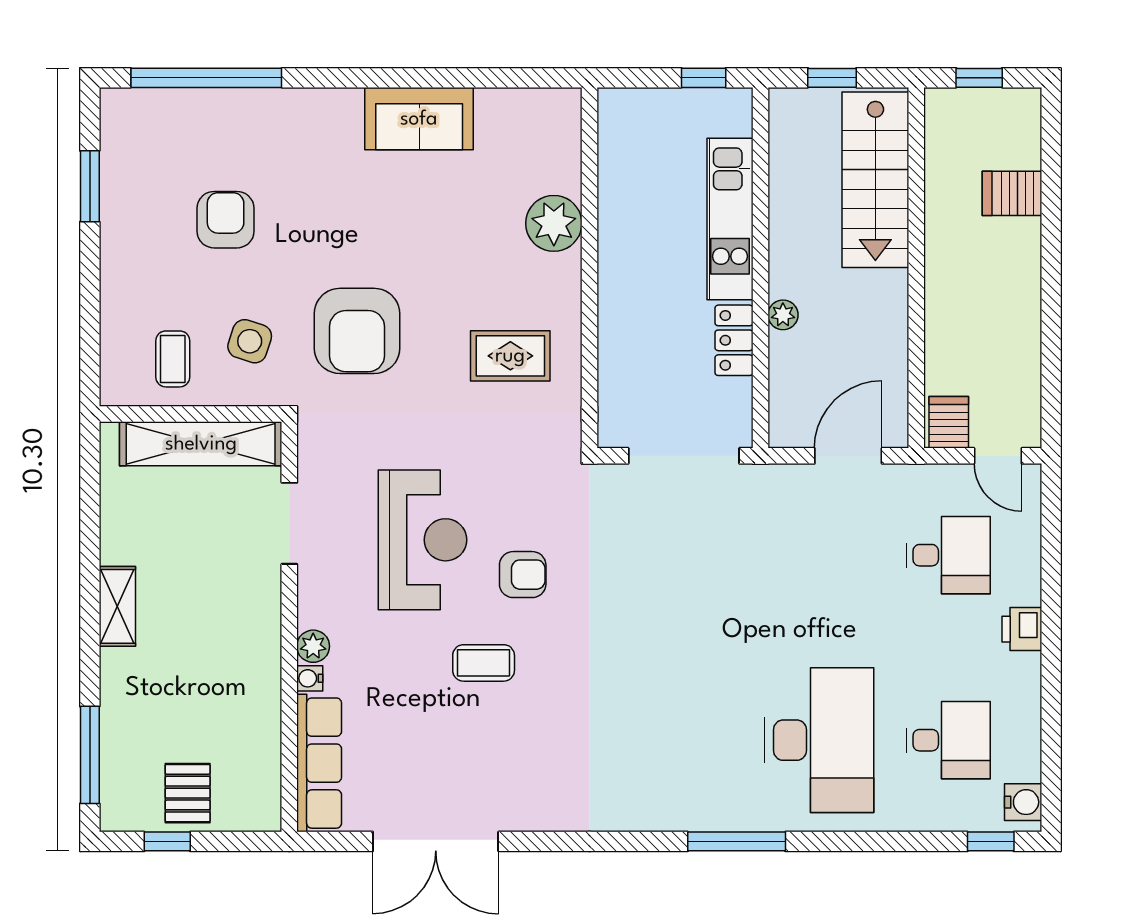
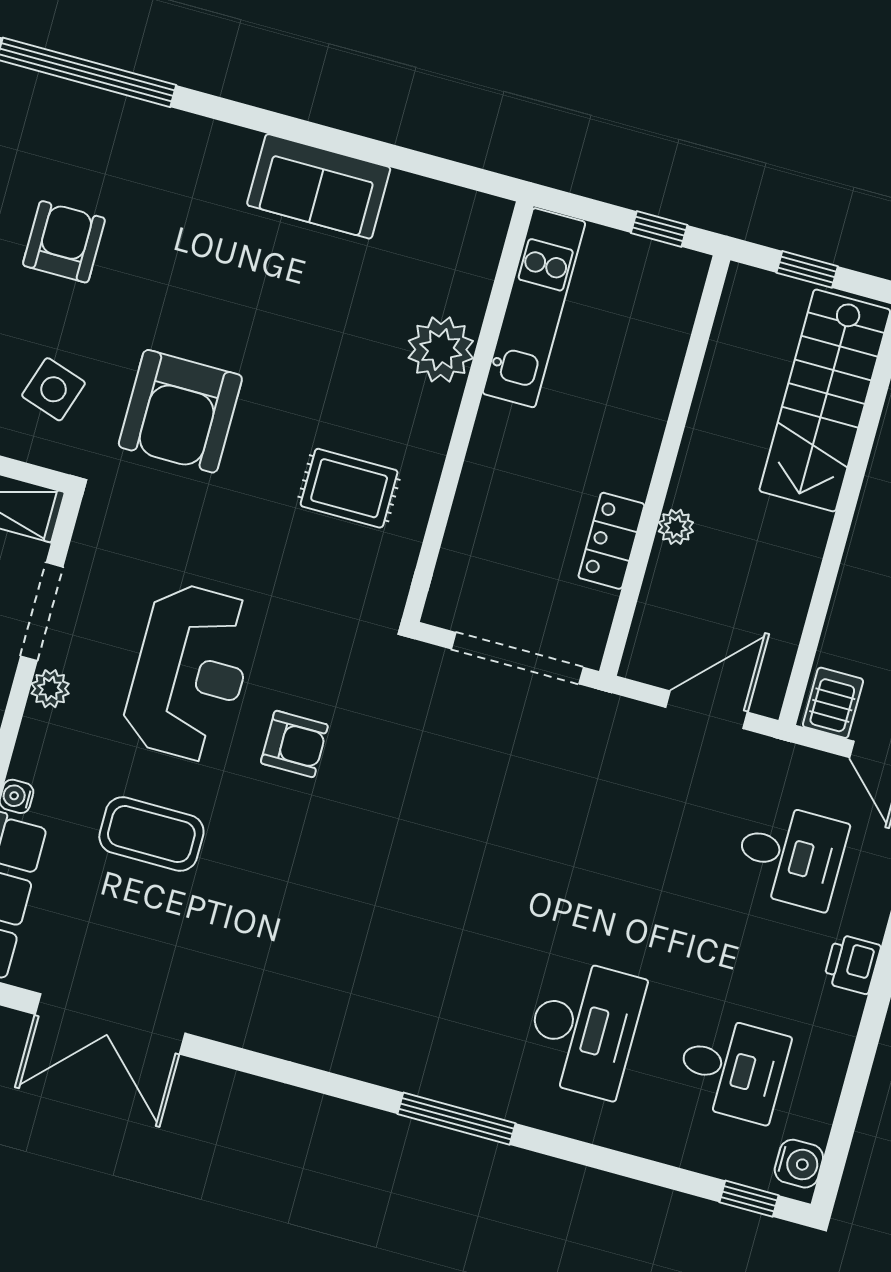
kitchen unit: (730, 219) -> (534, 308), moved, turned 180
plant: (313, 646) -> (50, 689), moved
coffee table: (484, 663) -> (151, 834), moved, width x1.36, depth x1.30
desk: (819, 740) -> (584, 1028), width x0.73, depth x0.77

